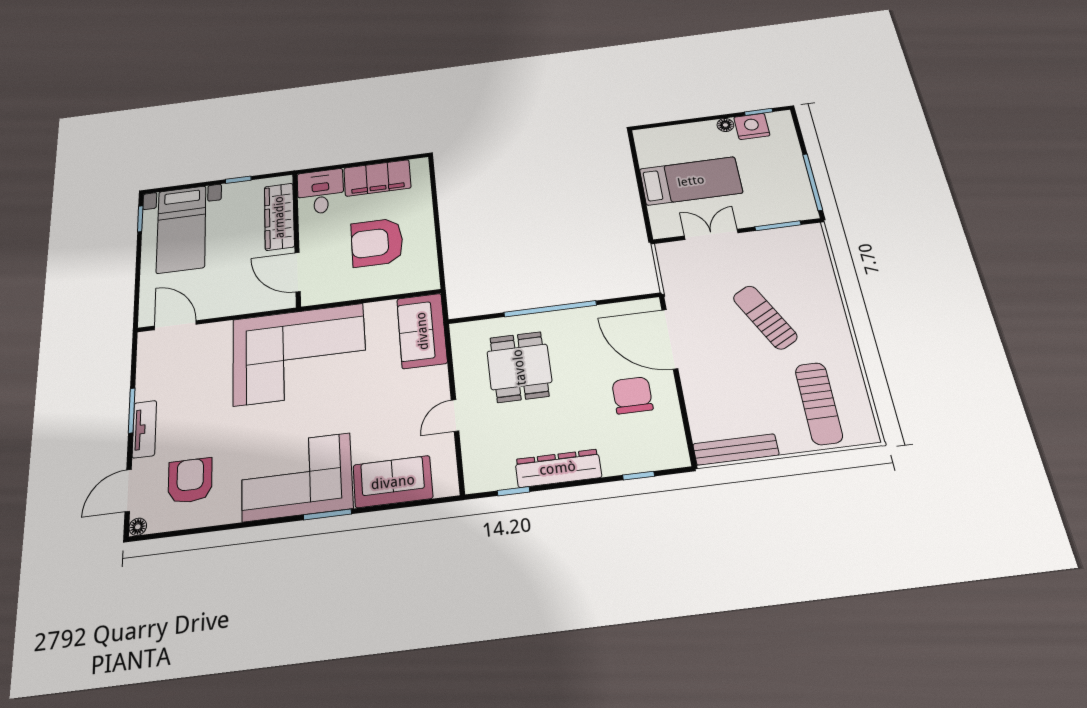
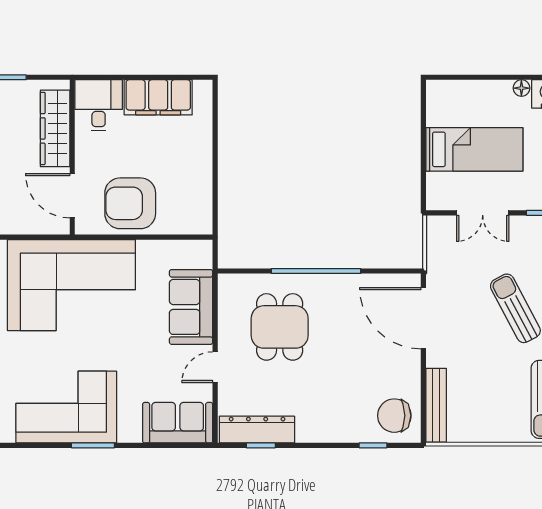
double door: (711, 234) -> (483, 213), swing flipped
armchair: (377, 242) -> (130, 203), moved
sofa: (422, 331) -> (191, 307), moved
chair: (632, 395) -> (394, 416), moved, turned -90
bench: (736, 449) -> (436, 405), moved, turned 90
dresser: (558, 468) -> (257, 430), moved
sofa: (393, 482) -> (178, 423), moved

